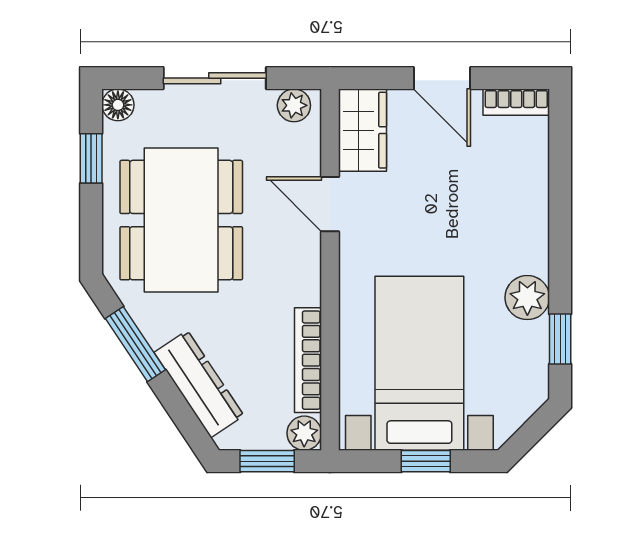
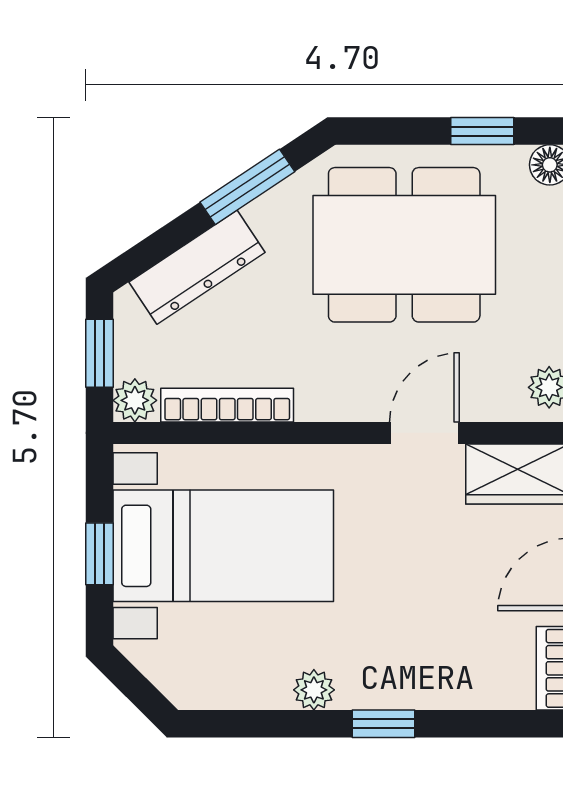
plant: (527, 298) -> (314, 690), width x0.73, depth x0.73
window: (560, 339) -> (383, 724), moved

